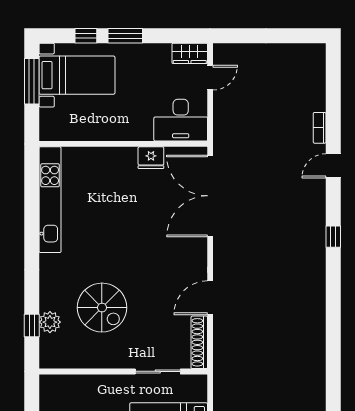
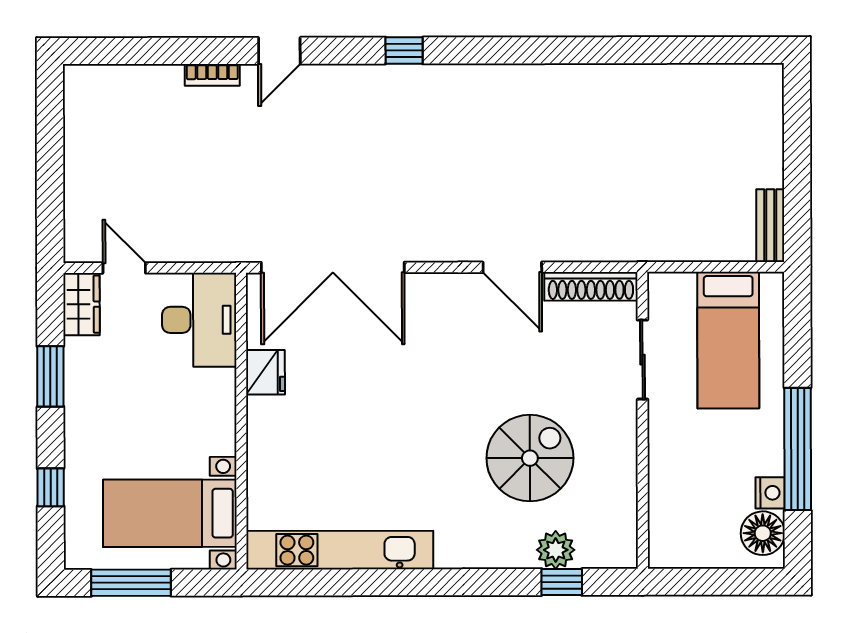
window: (125, 36) -> (50, 376), moved
bed with nightstands: (77, 75) -> (170, 513), moved, turned -90
door: (333, 166) -> (279, 51), hinge flipped

